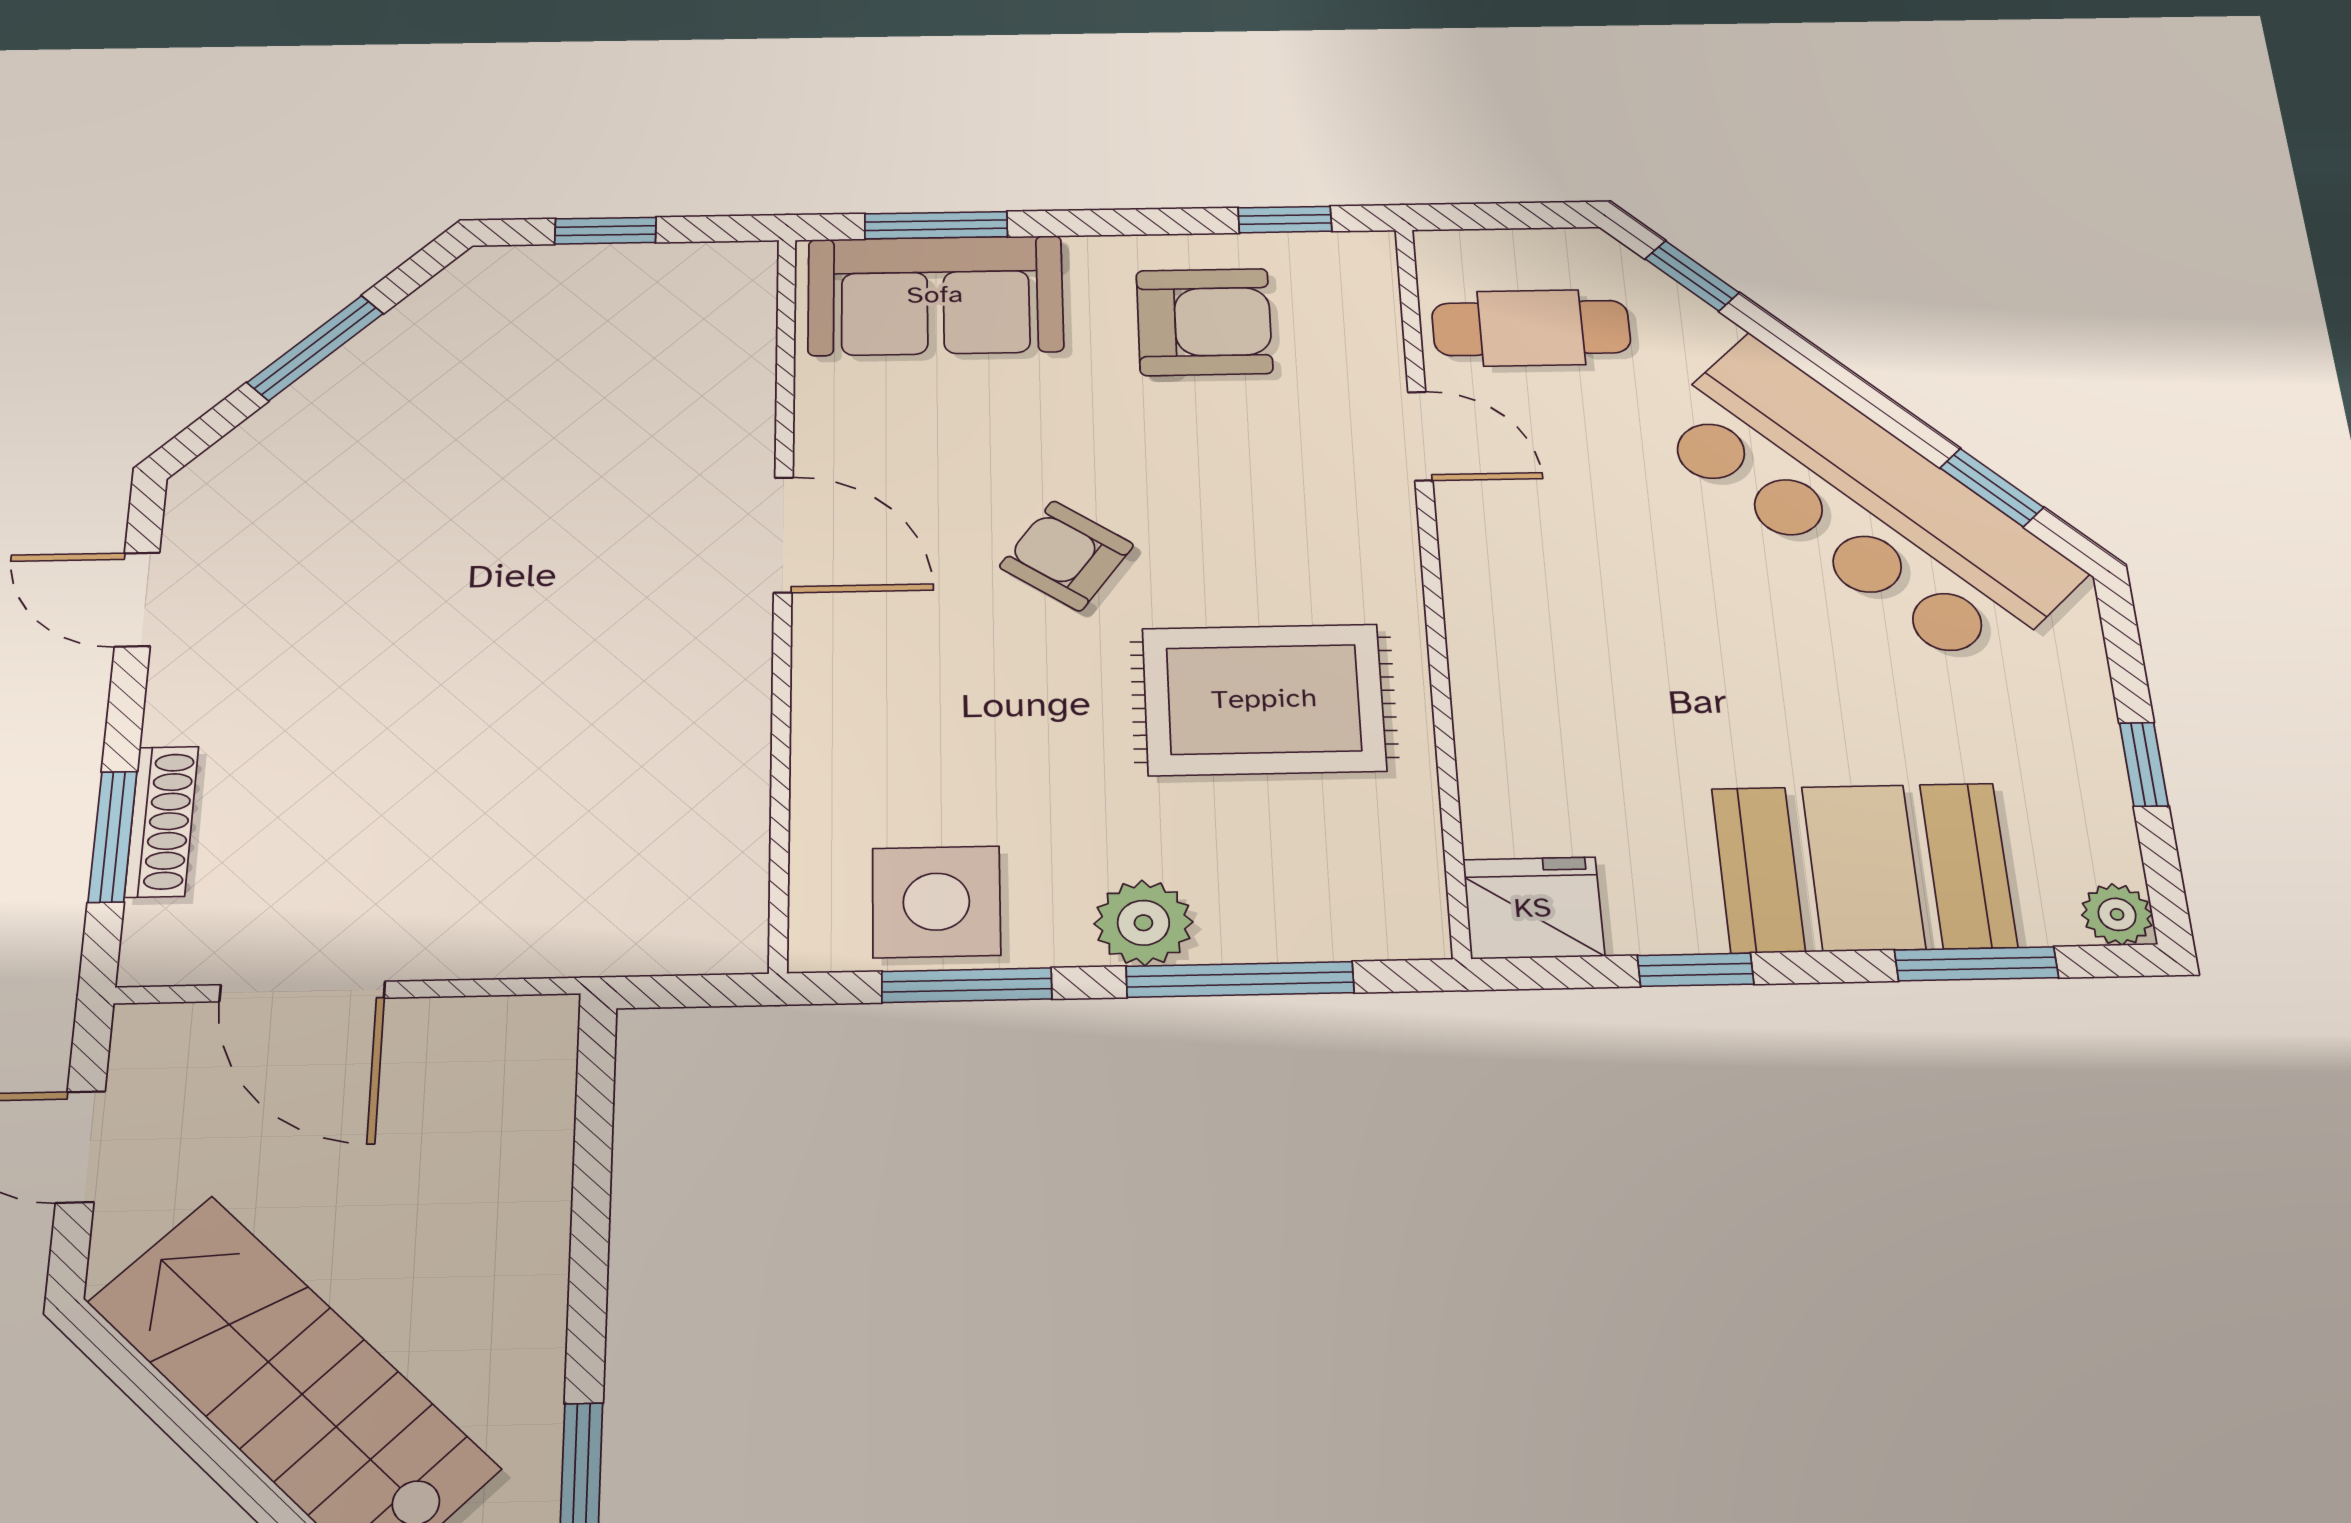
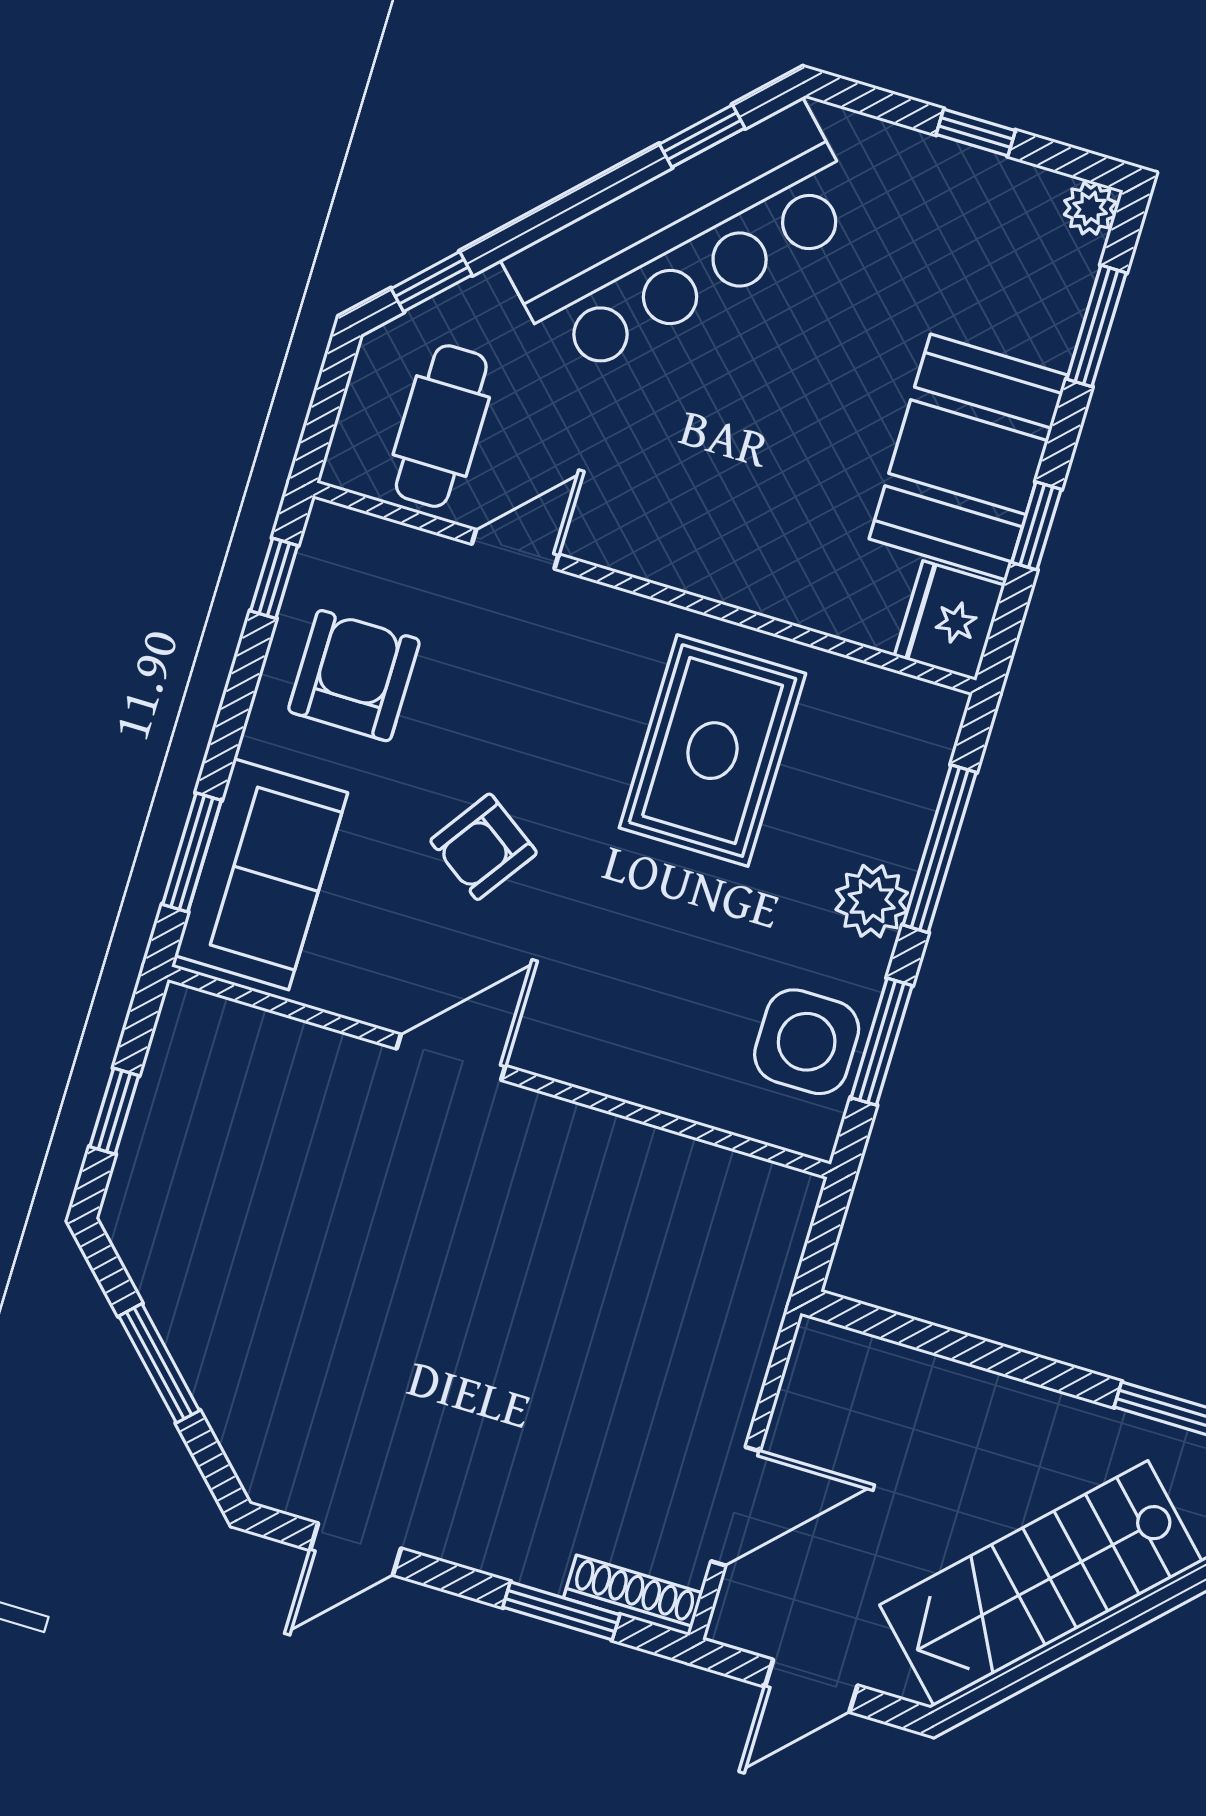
armchair: (1066, 556) -> (484, 847), moved
shoe rack: (162, 821) -> (633, 1595), moved
booth: (1863, 868) -> (968, 457), moved

